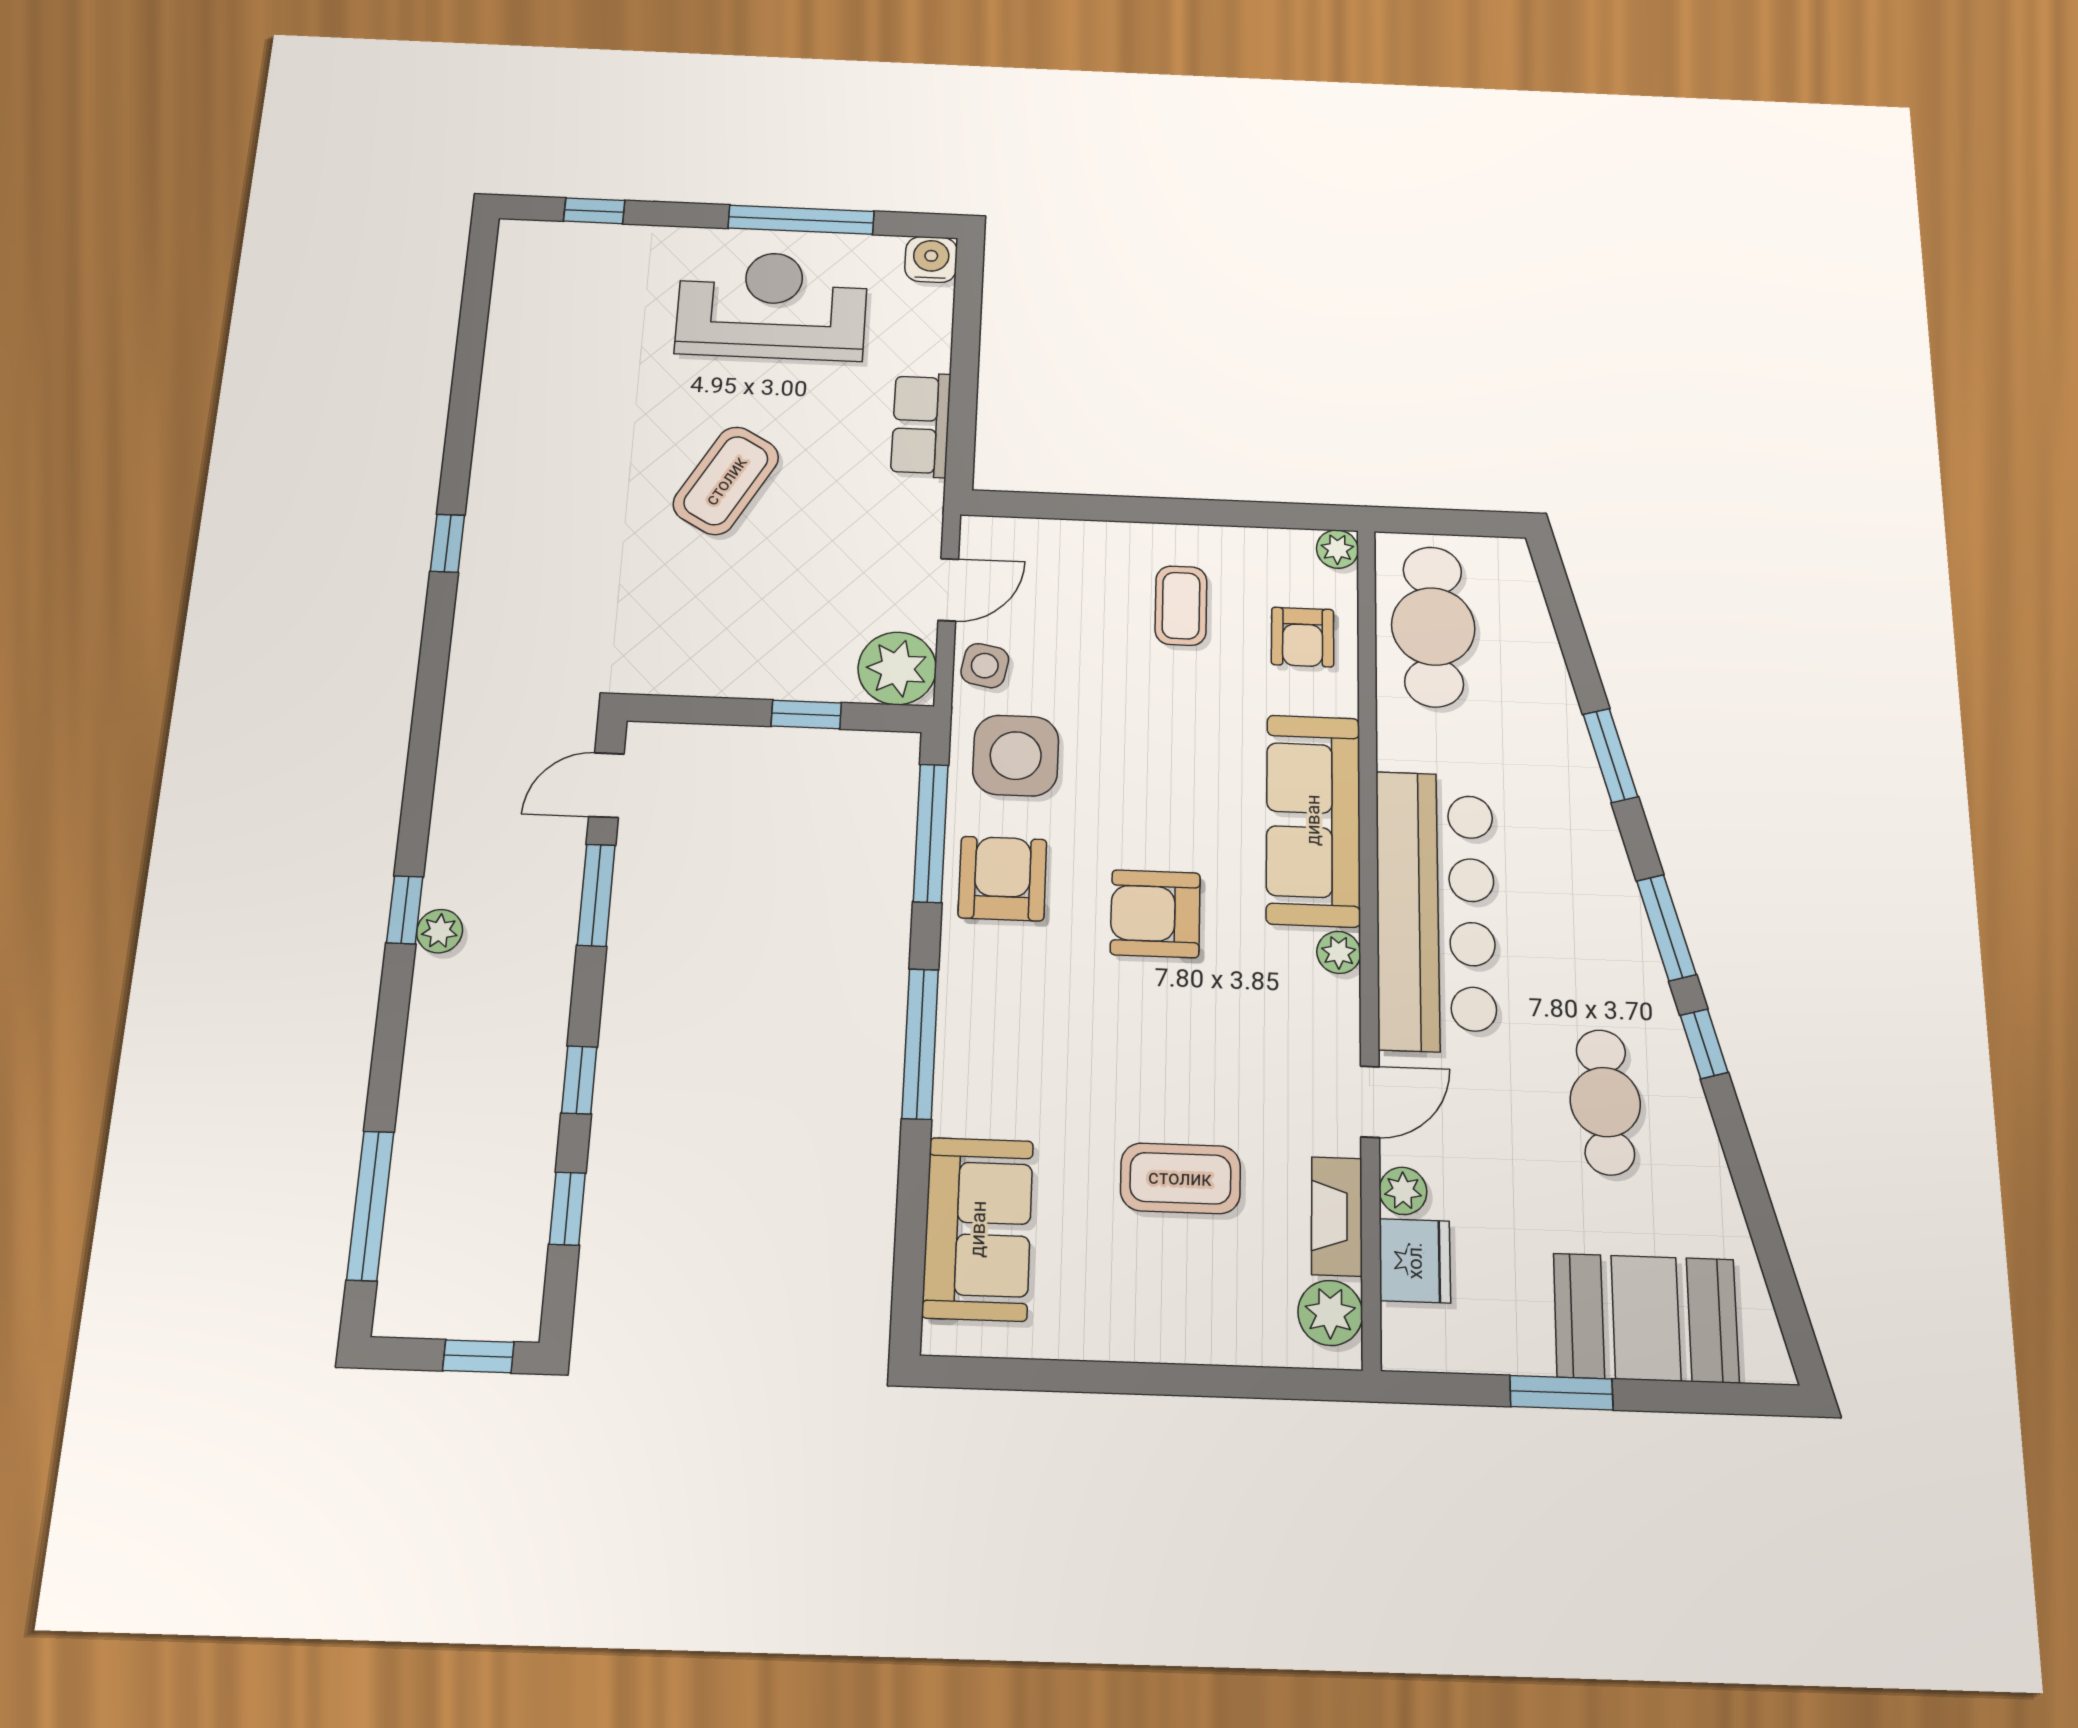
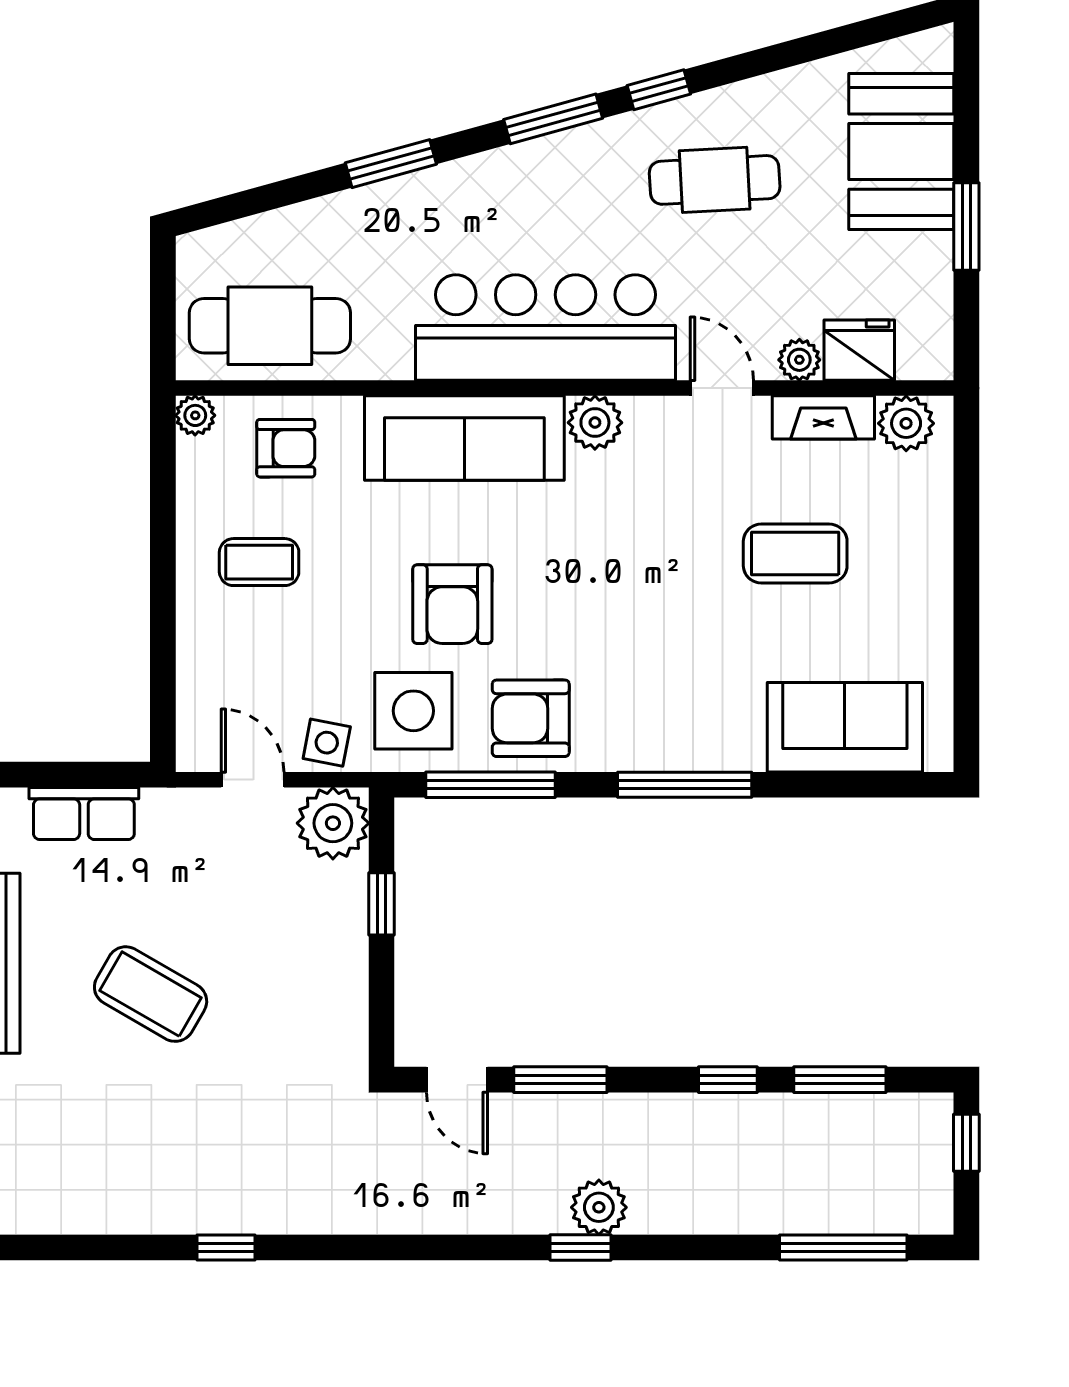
armchair: (1155, 914) -> (452, 604), moved
plant: (440, 931) -> (599, 1207), width x1.38, depth x1.38
plant: (1339, 952) -> (595, 423), width x1.38, depth x1.38
coffee table: (1180, 1178) -> (795, 554), turned 90
window: (567, 1209) -> (840, 1080), width x1.50

